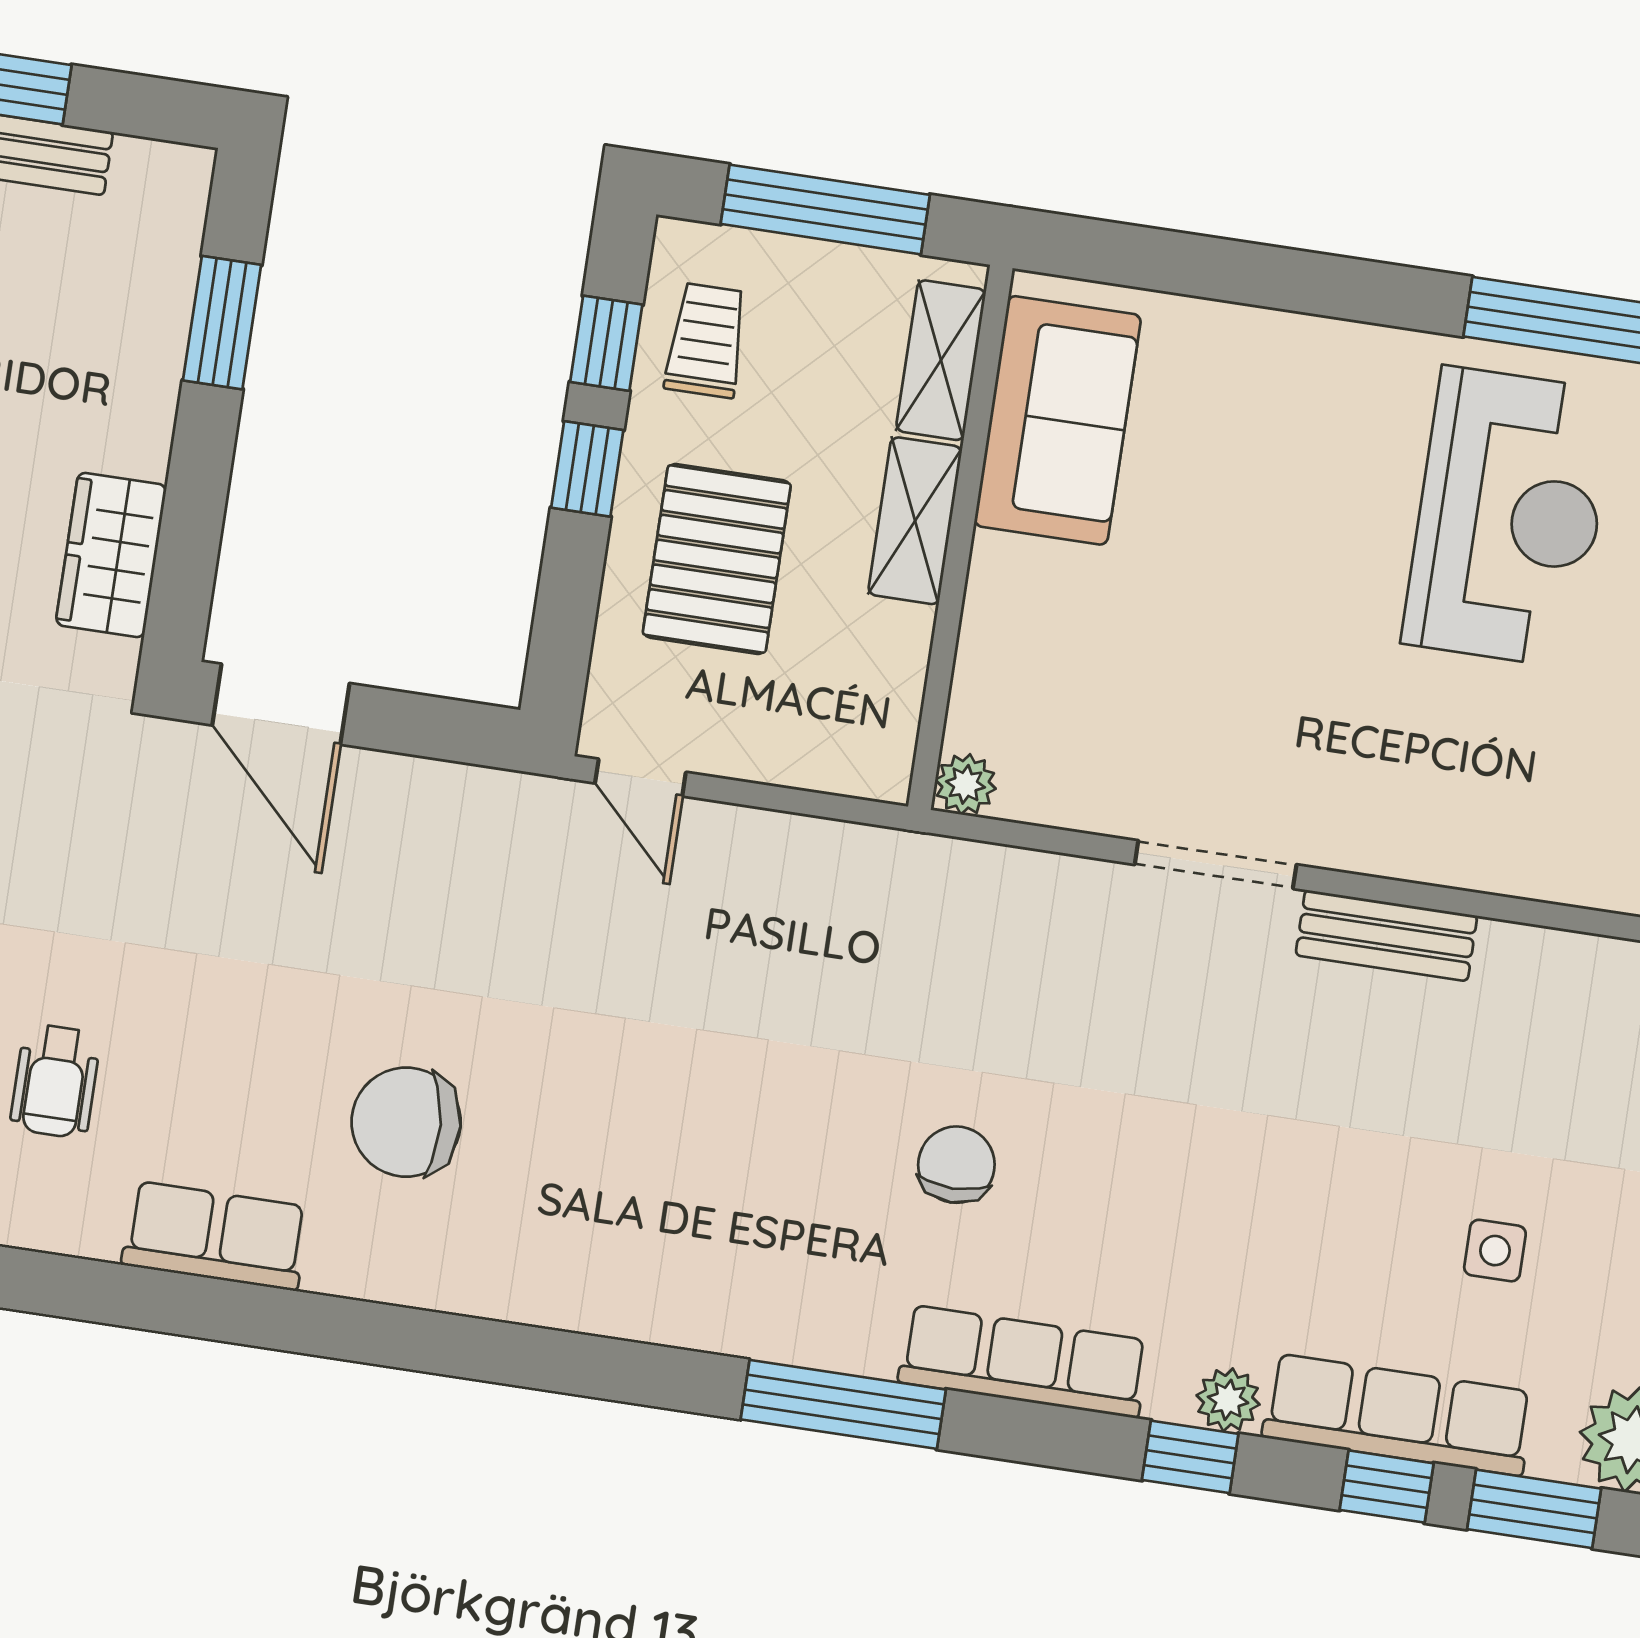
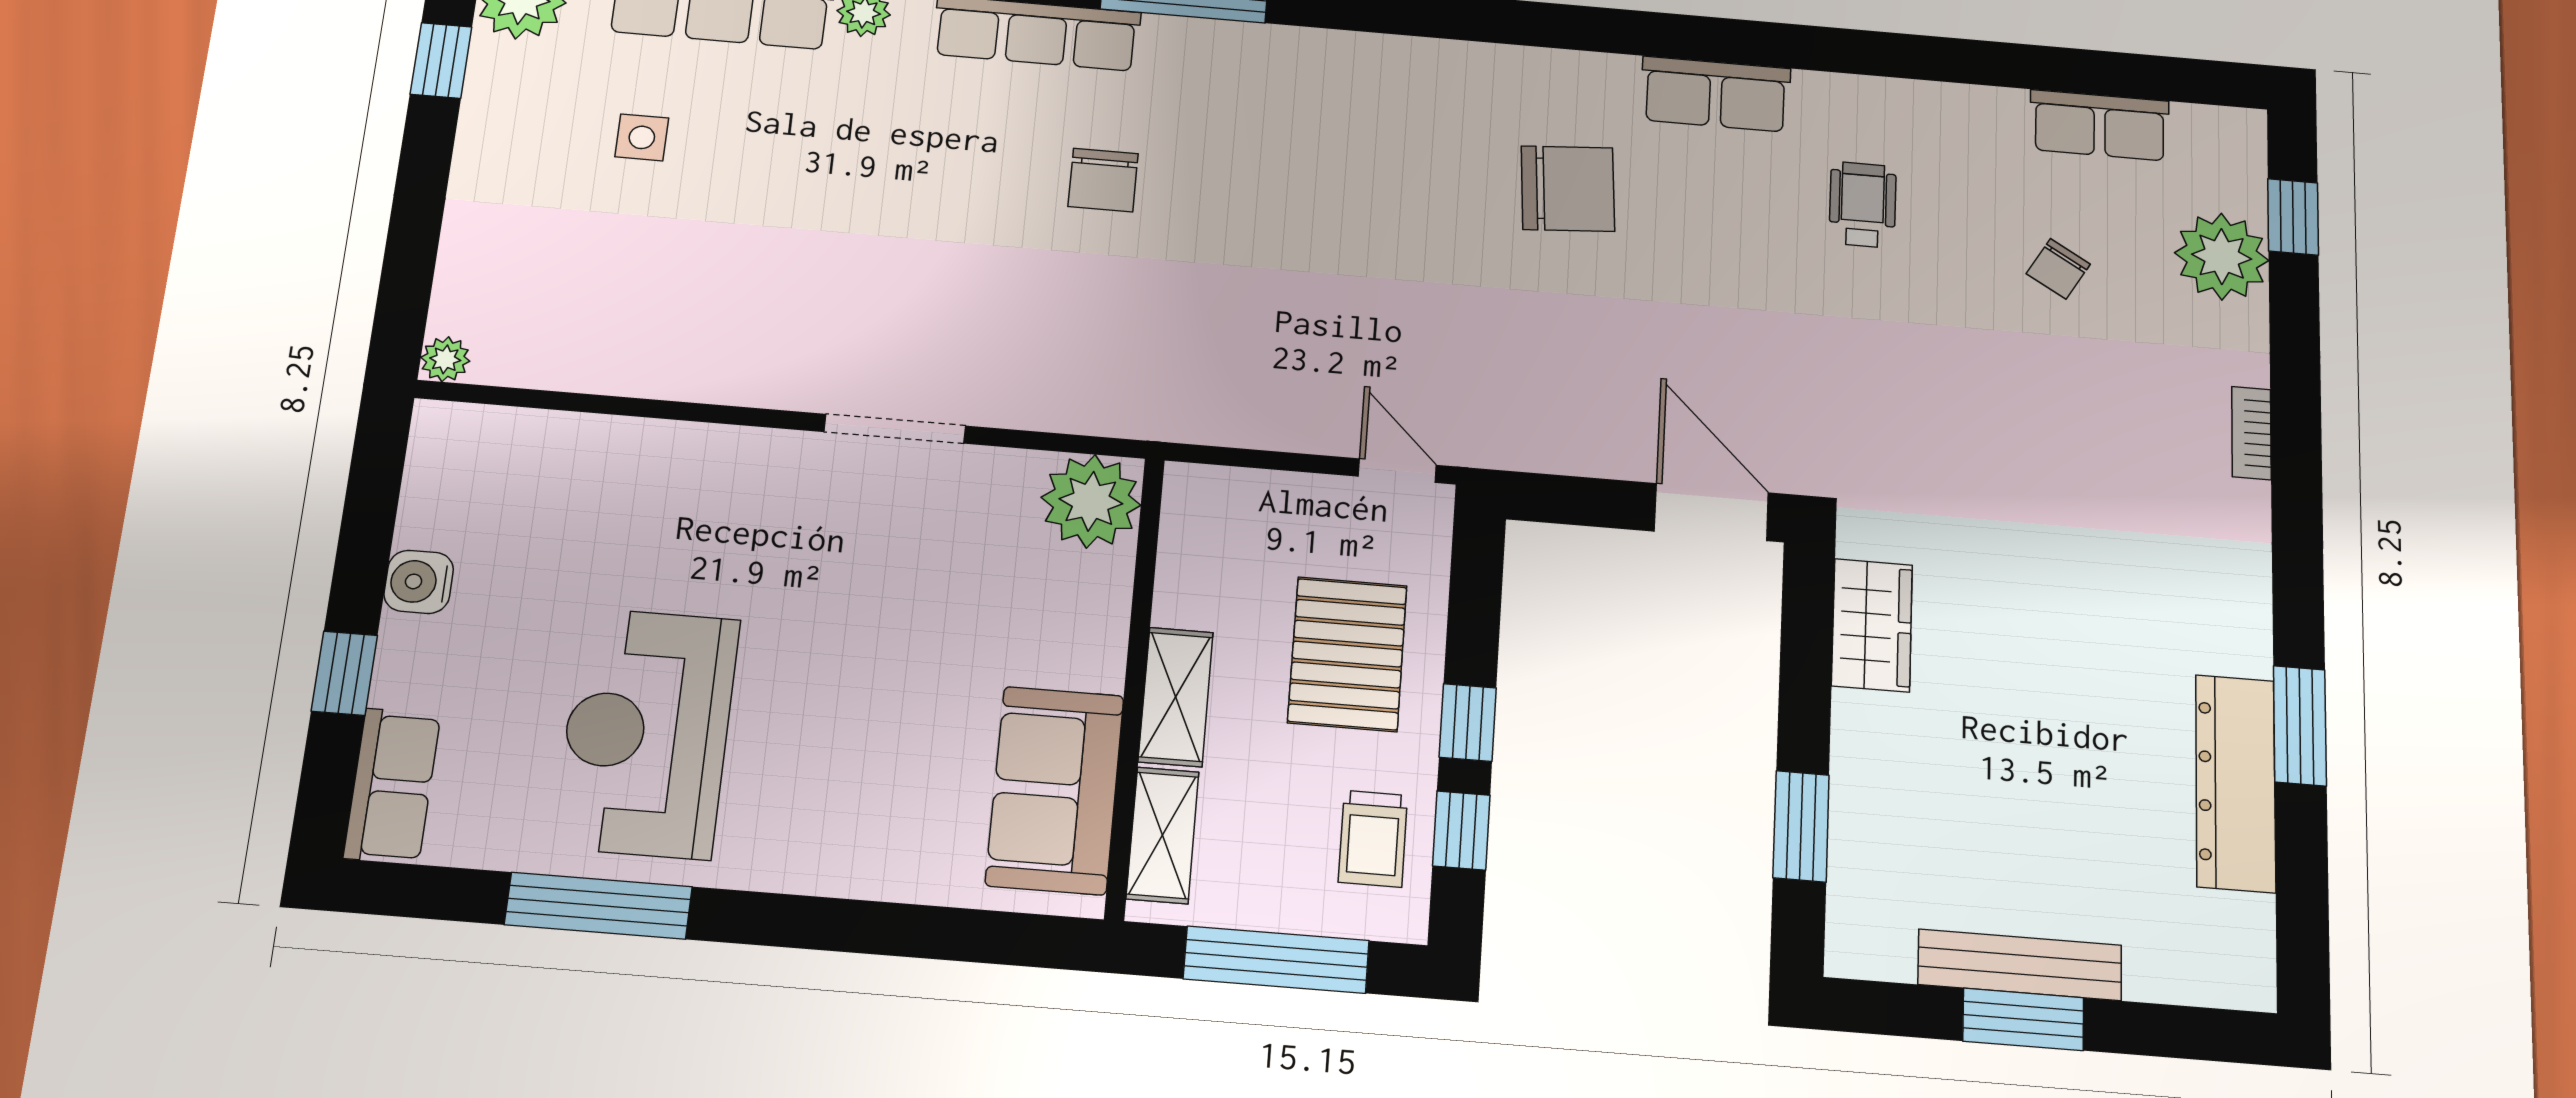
plant: (965, 784) -> (1091, 501), width x1.88, depth x1.88
bench: (1386, 935) -> (744, 380), removed

